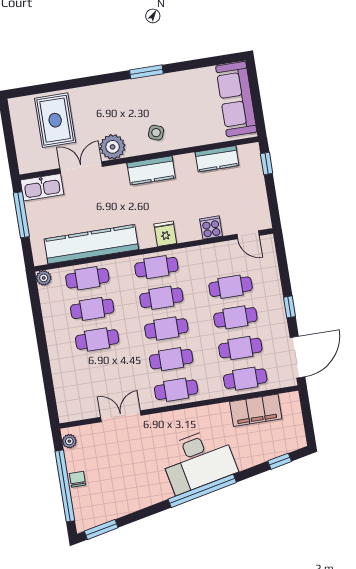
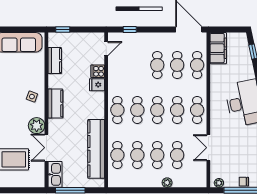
fridge: (165, 234) -> (97, 85), moved
plant: (44, 278) -> (167, 183), moved
cafe table: (231, 287) -> (177, 155), moved
window: (290, 307) -> (130, 30), moved
filing cabinet: (256, 410) -> (218, 48), moved

